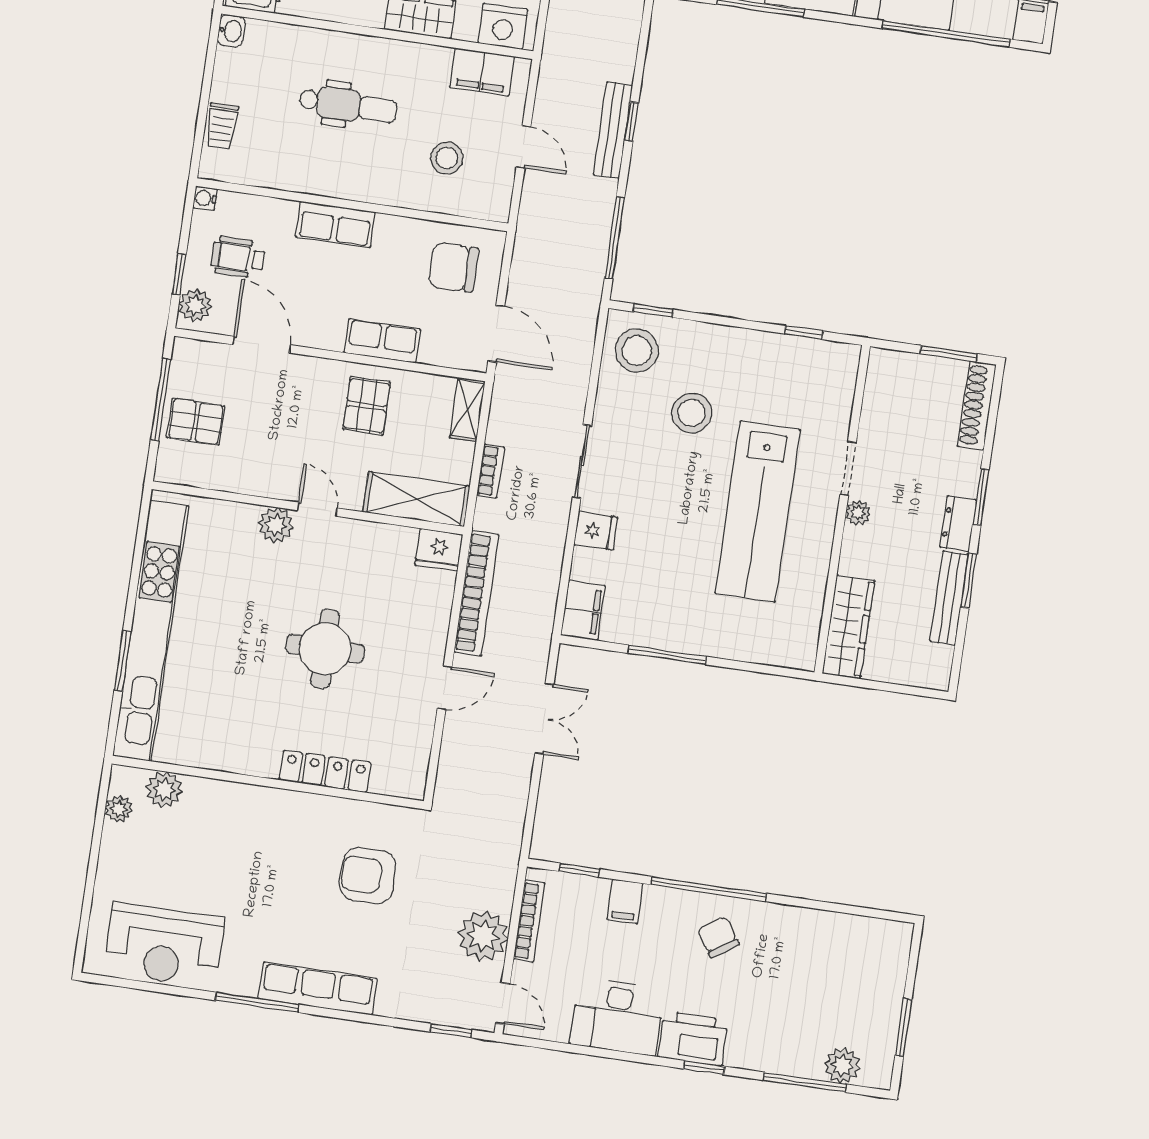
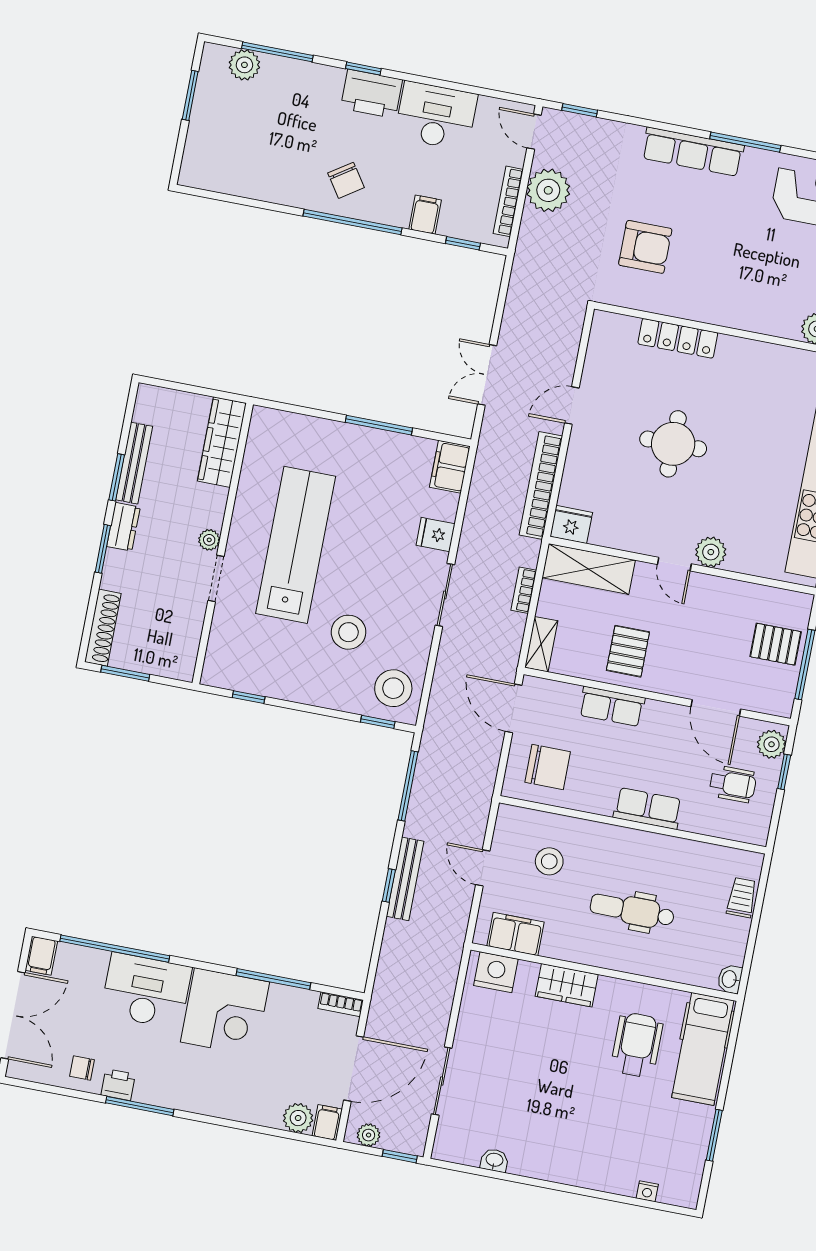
water cooler: (205, 198) -> (759, 836), removed

